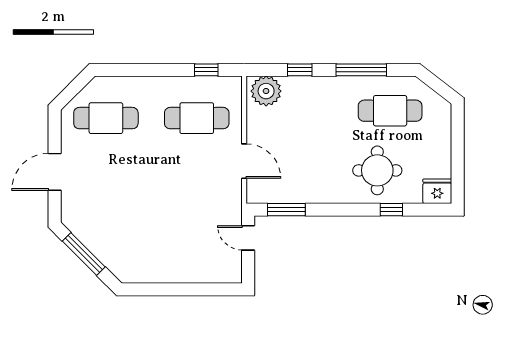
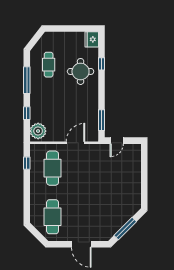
cafe table: (390, 111) -> (49, 65), width x0.73, depth x0.74

